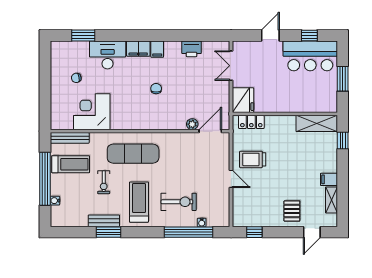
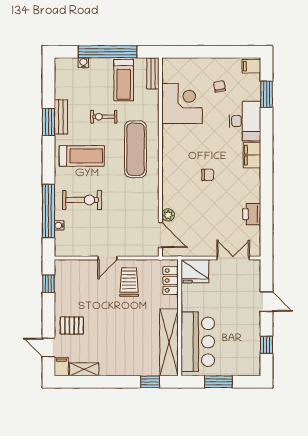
filing cabinet: (157, 49) -> (251, 66), moved
bar counter: (310, 56) -> (198, 342), moved, turned 180
shelving: (317, 123) -> (169, 342), width x1.47
bench: (70, 138) -> (153, 73), width x0.73
filing cabinet: (329, 179) -> (61, 367), moved
exercise bike: (179, 202) -> (82, 200), turned -90

